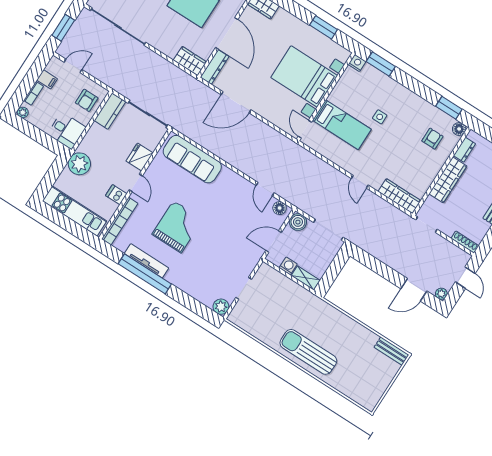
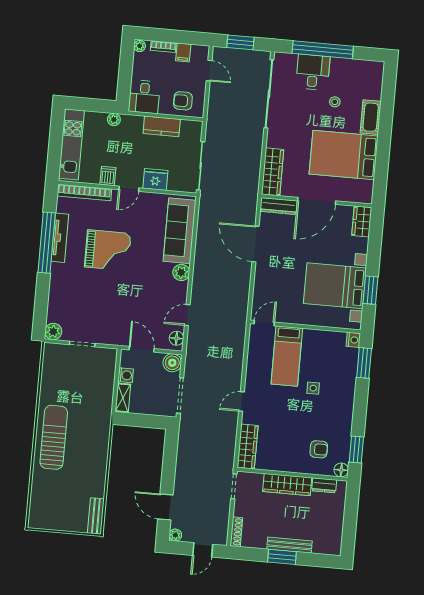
wardrobe: (190, 61) -> (273, 172), width x1.50
bed with nightstands: (304, 76) -> (335, 286), moved, turned -90
kitchen counter: (110, 111) -> (162, 126), moved
plant: (79, 164) -> (114, 119), width x0.53, depth x0.53
plant: (227, 176) -> (181, 272), added

